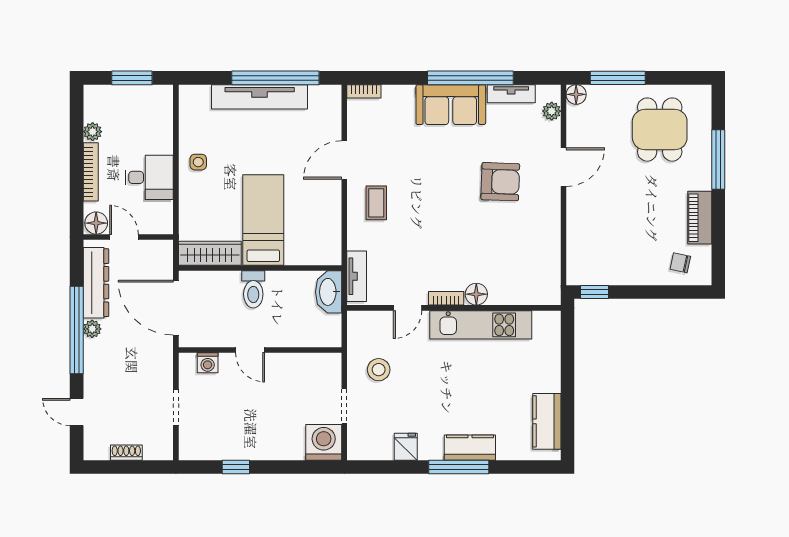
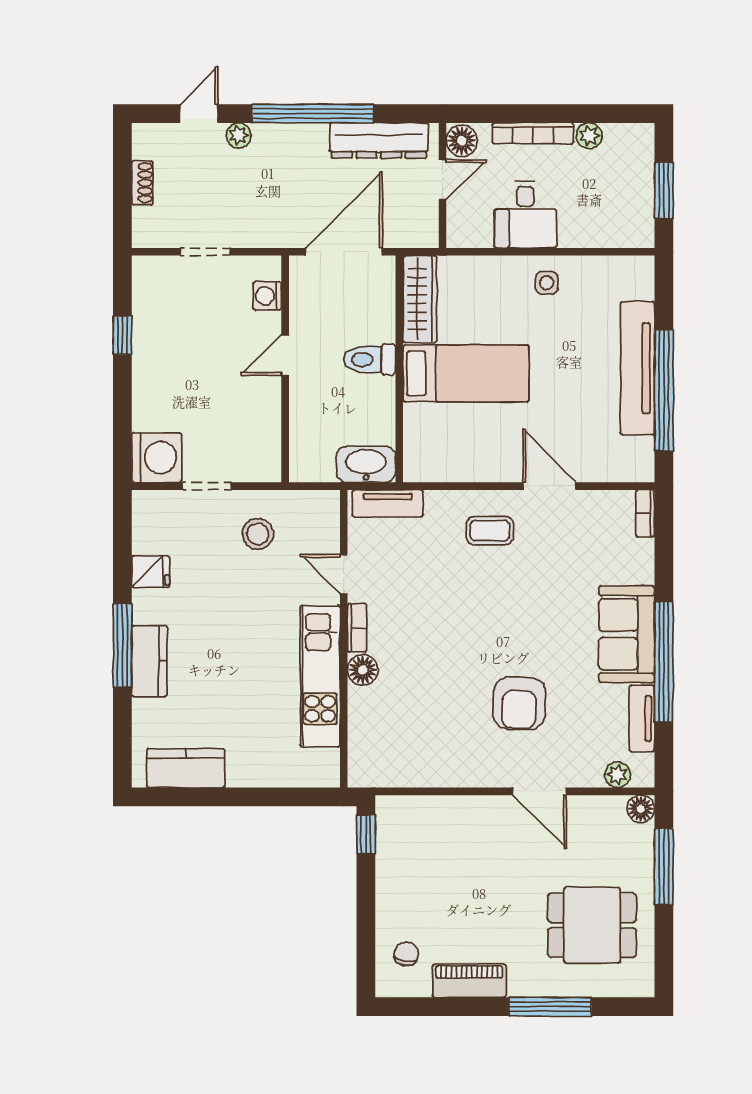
plant: (92, 329) -> (239, 135), moved

